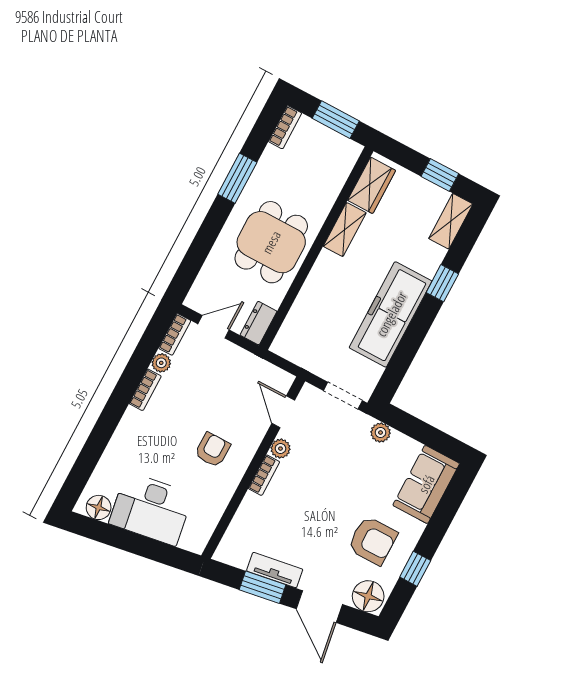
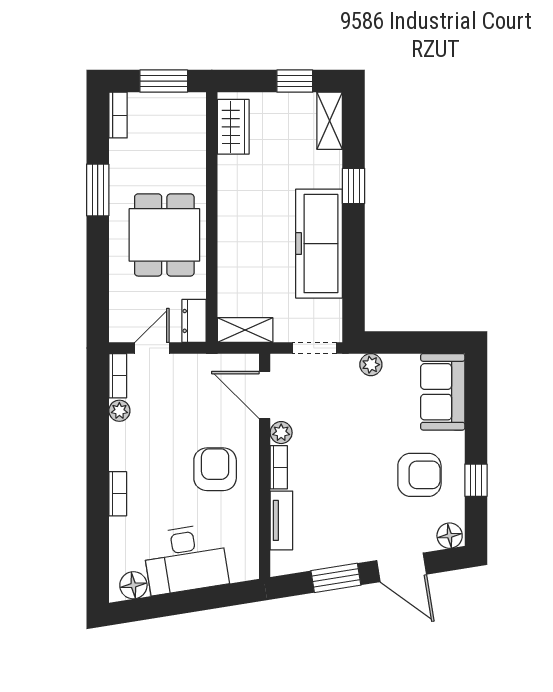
shelving: (345, 230) -> (245, 330), moved, turned 90
bookcase: (145, 390) -> (118, 494), moved
door: (283, 412) -> (265, 395), width x1.38
armchair: (213, 450) -> (215, 469), width x1.38, depth x1.38
tv unit: (275, 570) -> (281, 520), moved, turned 99
floor lamp: (368, 596) -> (450, 536), width x0.73, depth x0.73

